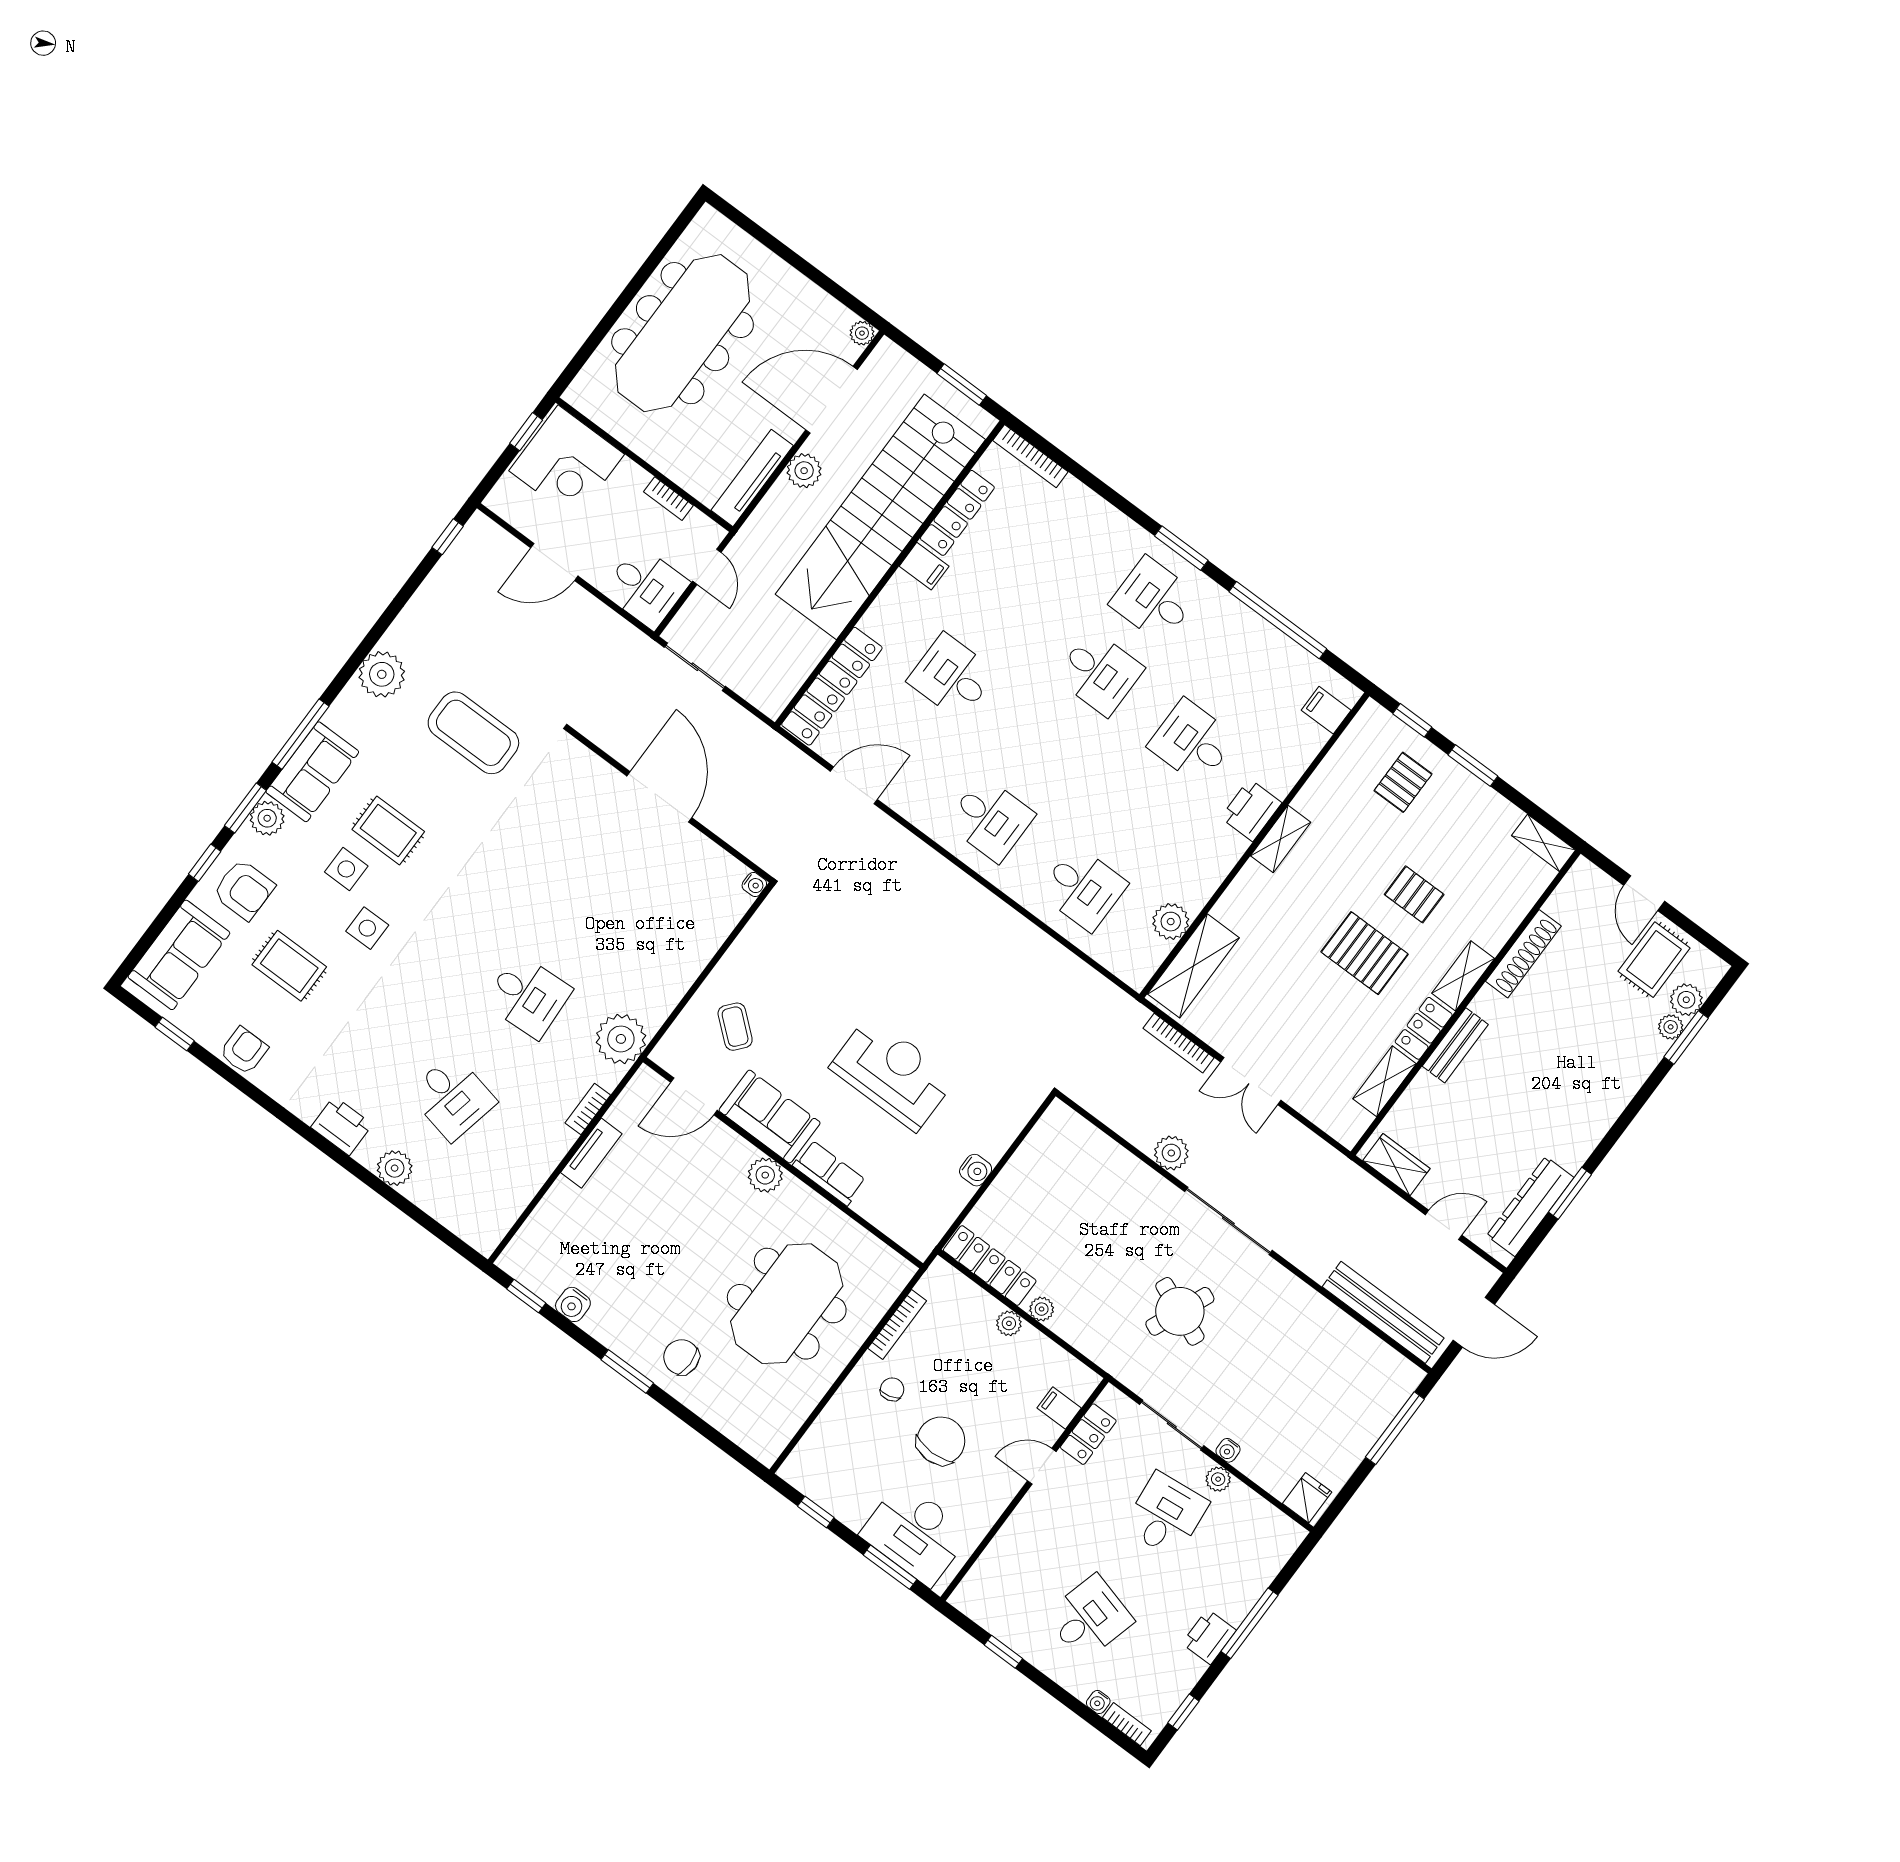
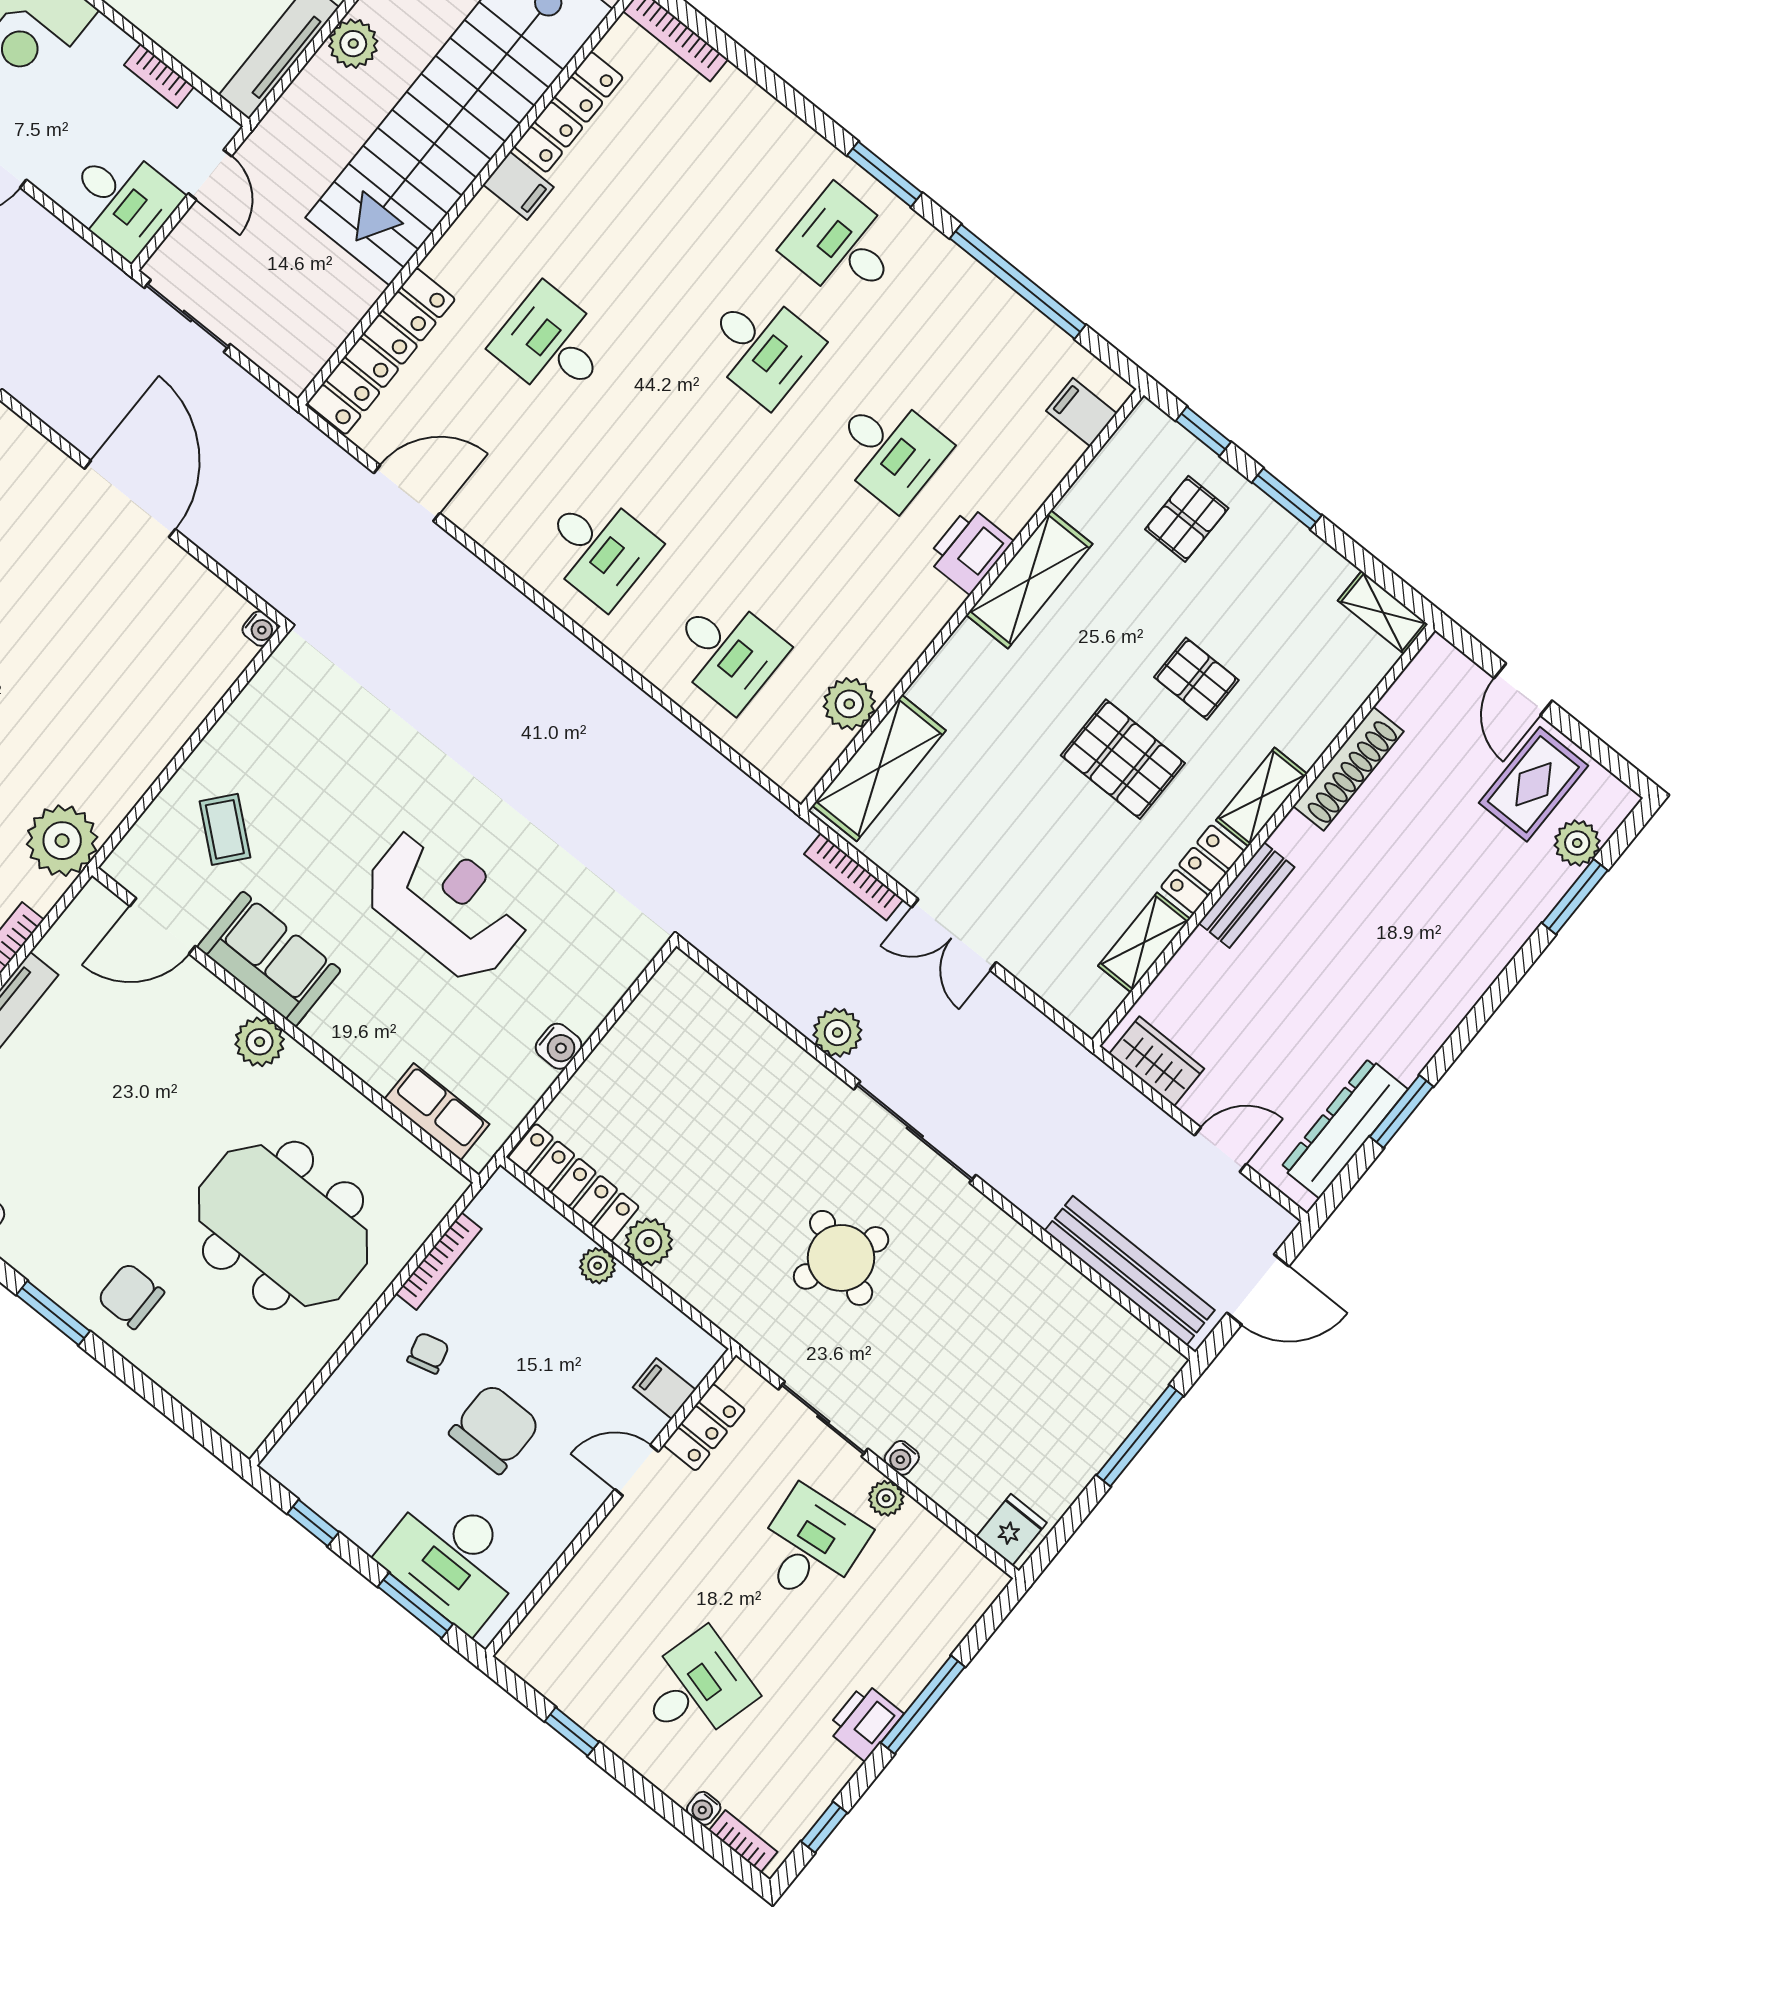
desk: (1192, 742) -> (890, 450), turned 180
shelving: (1281, 839) -> (1029, 579), width x1.50, depth x1.33
plant: (1671, 1027) -> (1553, 881), removed
row of seats: (829, 1173) -> (437, 1112), moved
meeting table: (787, 1304) -> (283, 1226), turned 90
plant: (1042, 1309) -> (649, 1242), width x1.38, depth x1.38

